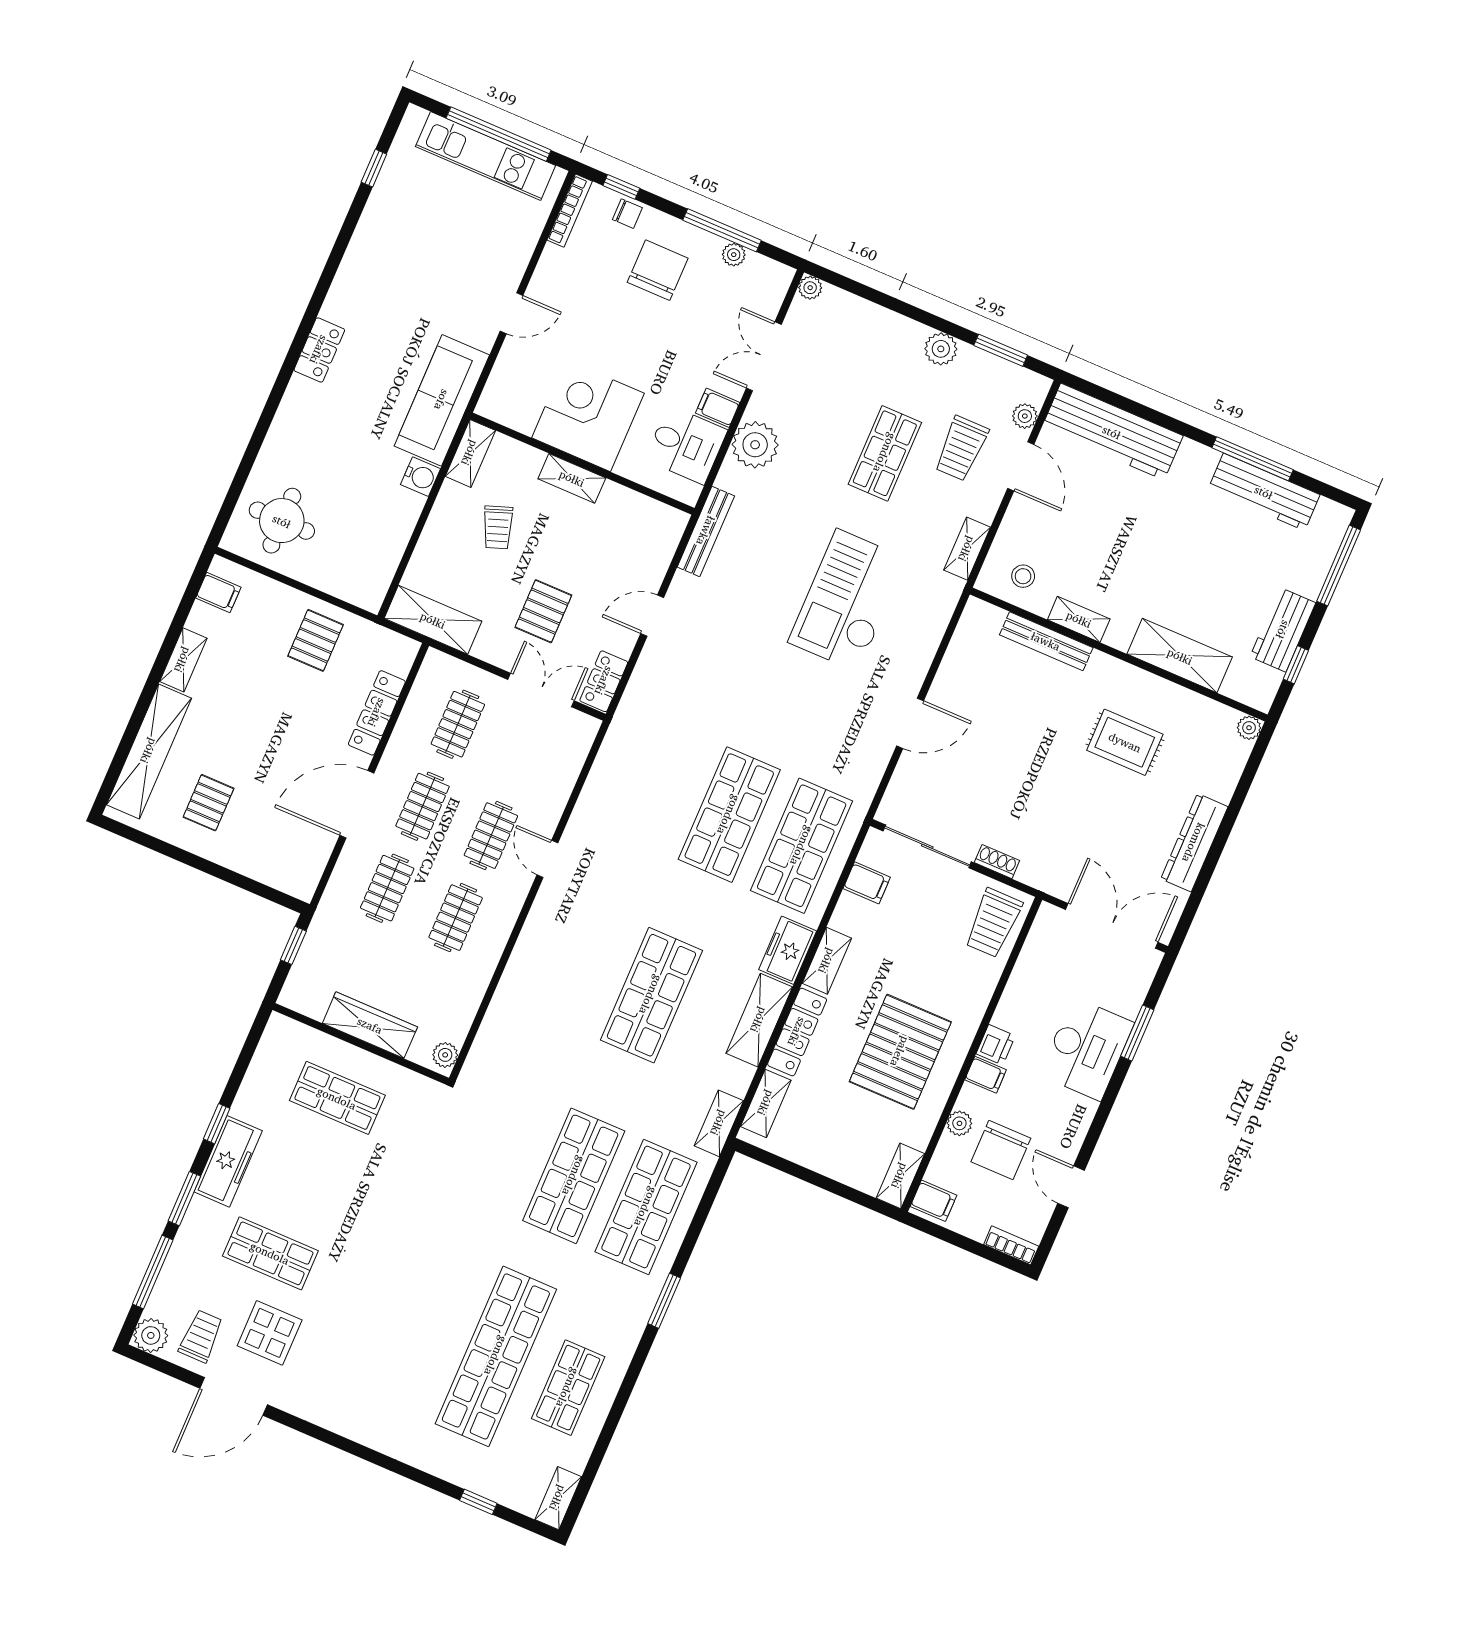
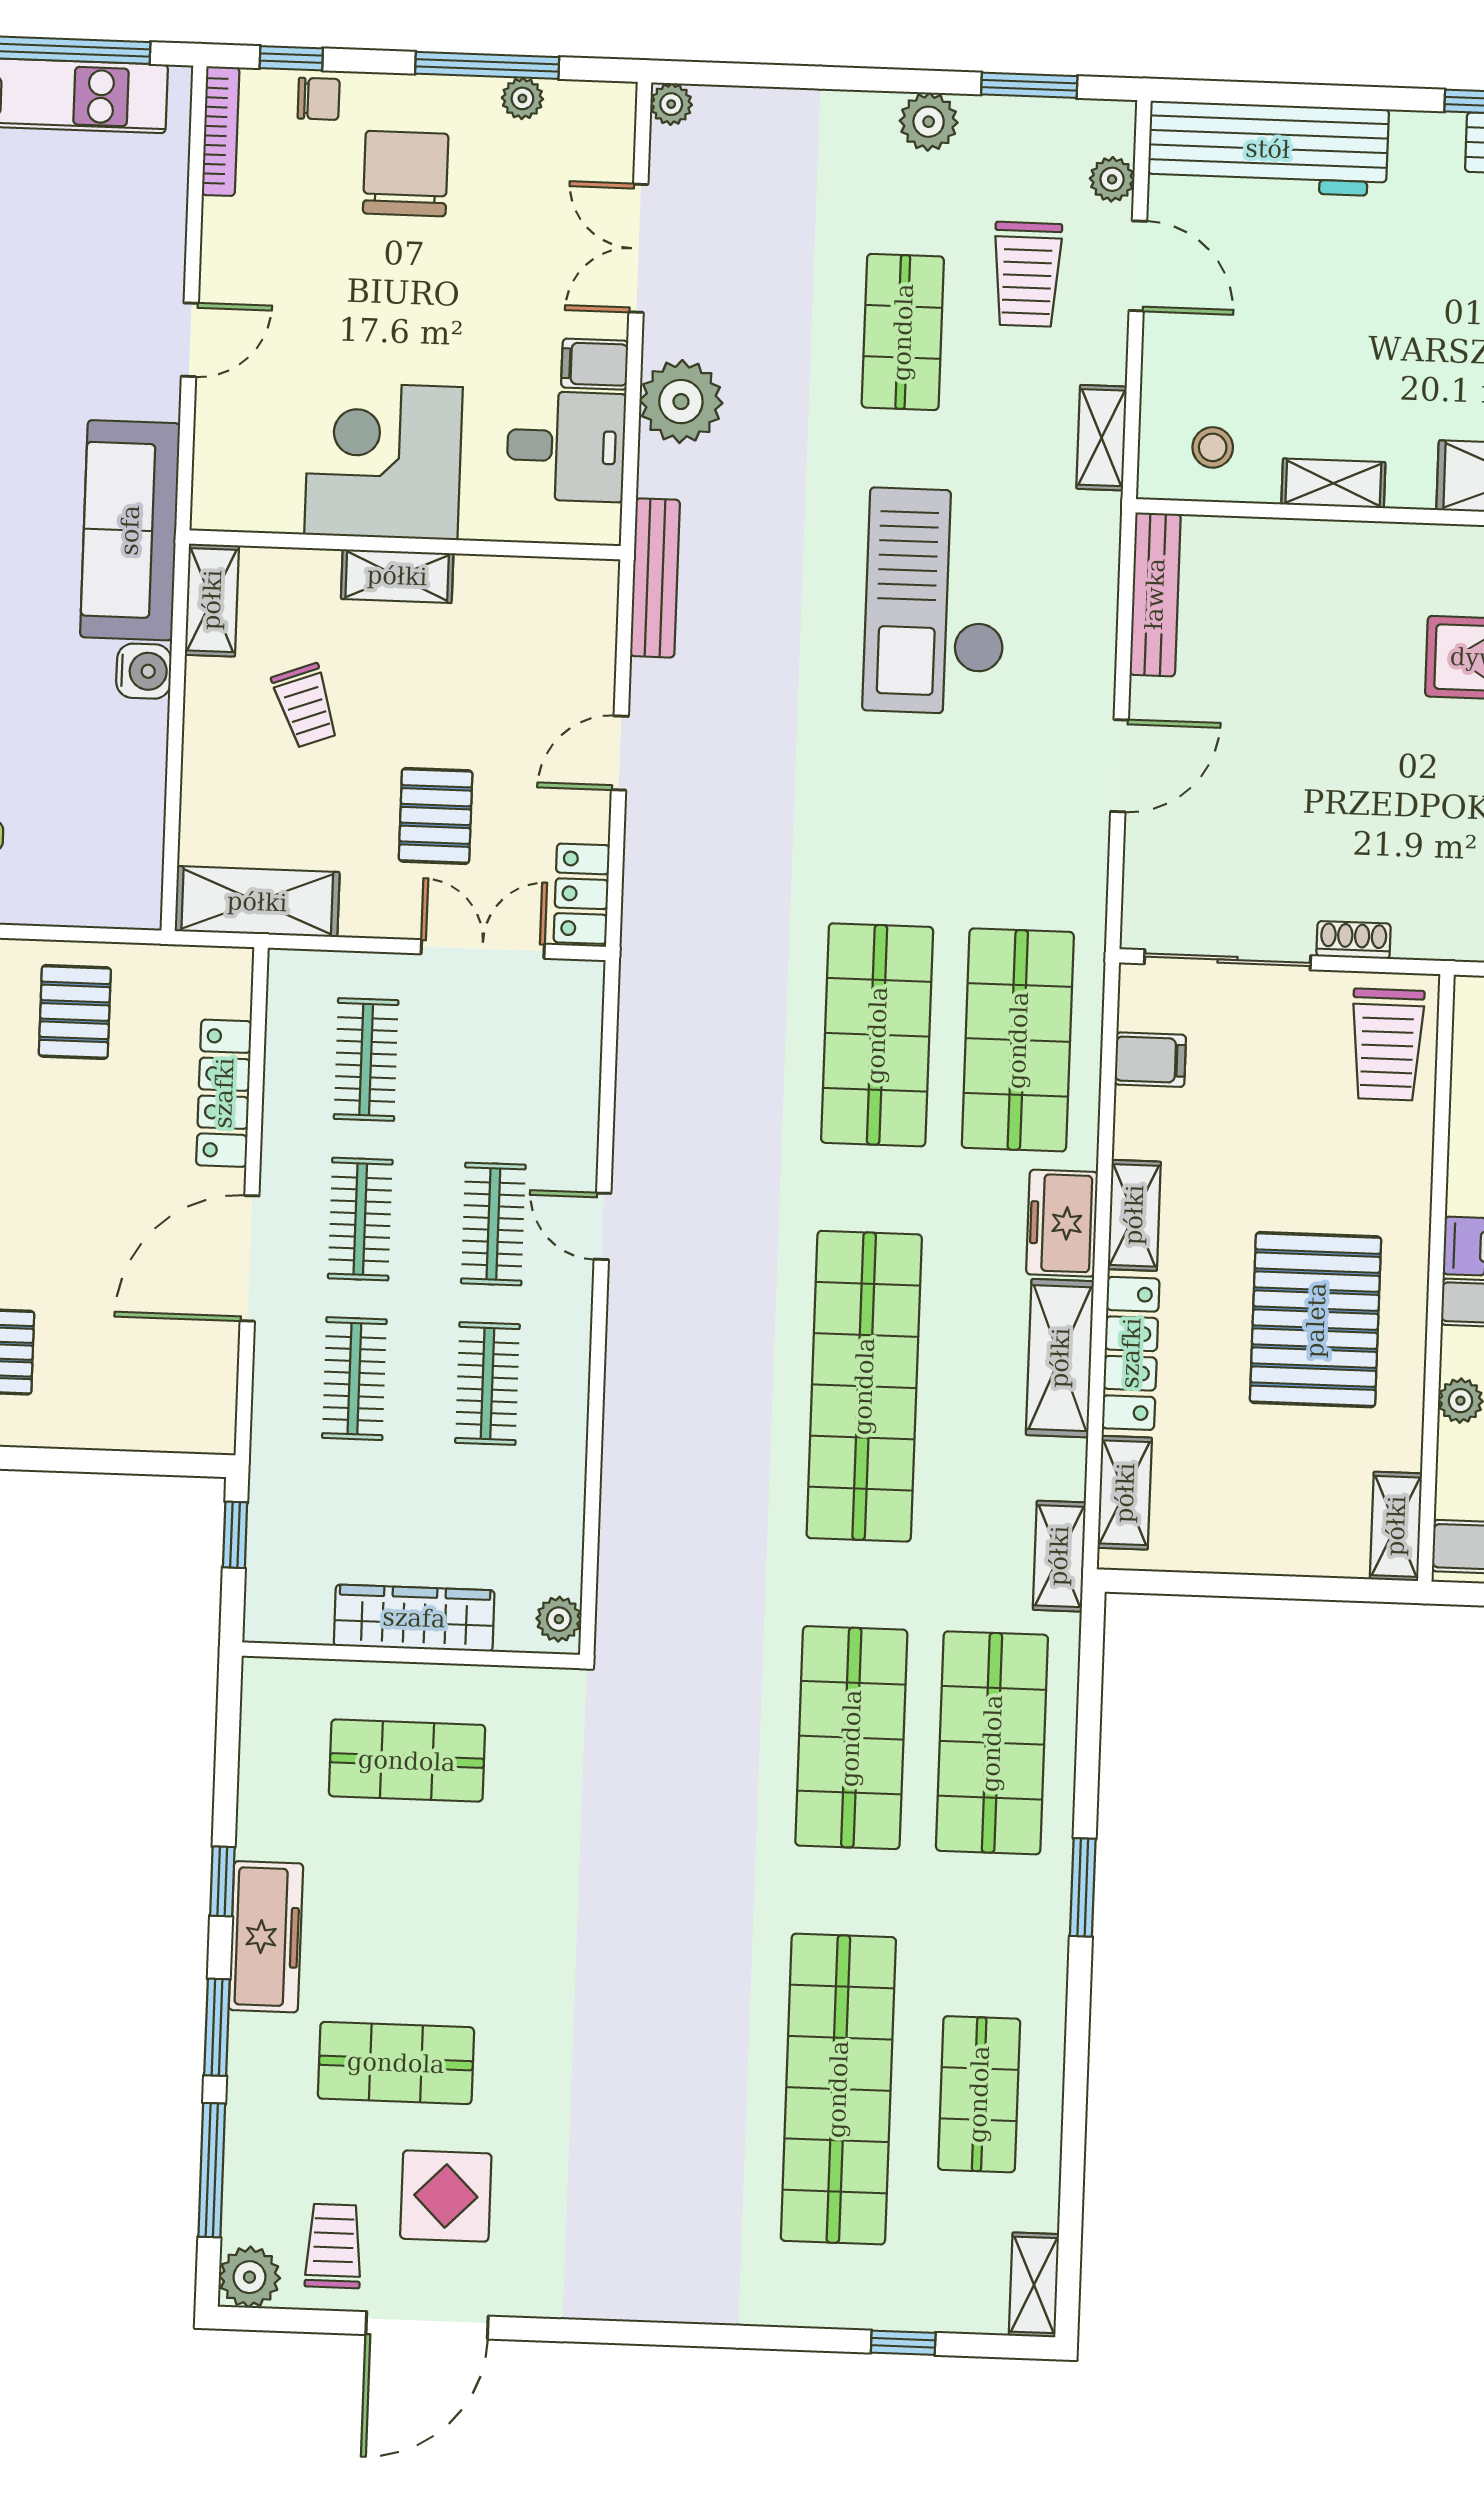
bench: (1046, 641) -> (1155, 594), moved, turned 90
shop shelf: (651, 995) -> (864, 1386), width x1.40

